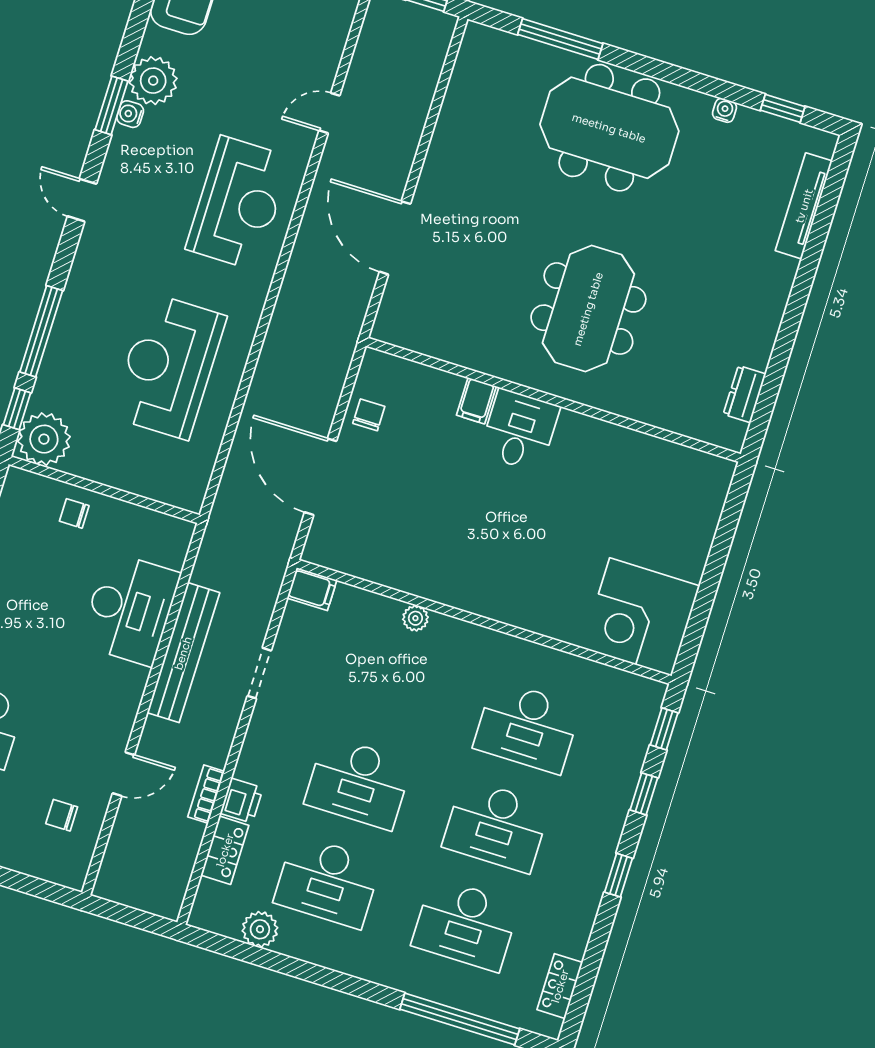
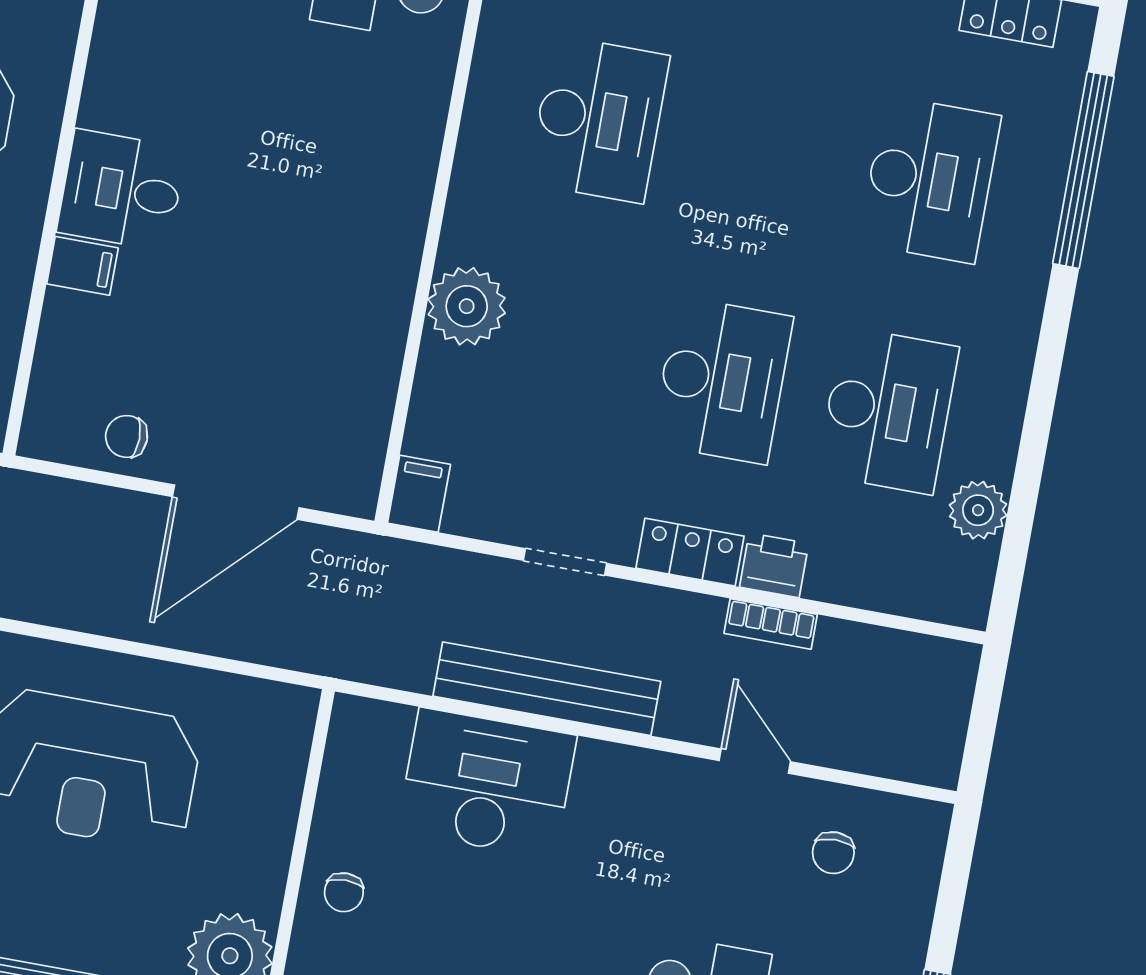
plant: (415, 618) -> (467, 306), width x1.87, depth x1.87
desk: (496, 826) -> (764, 149), removed
locker: (225, 850) -> (690, 552), moved

